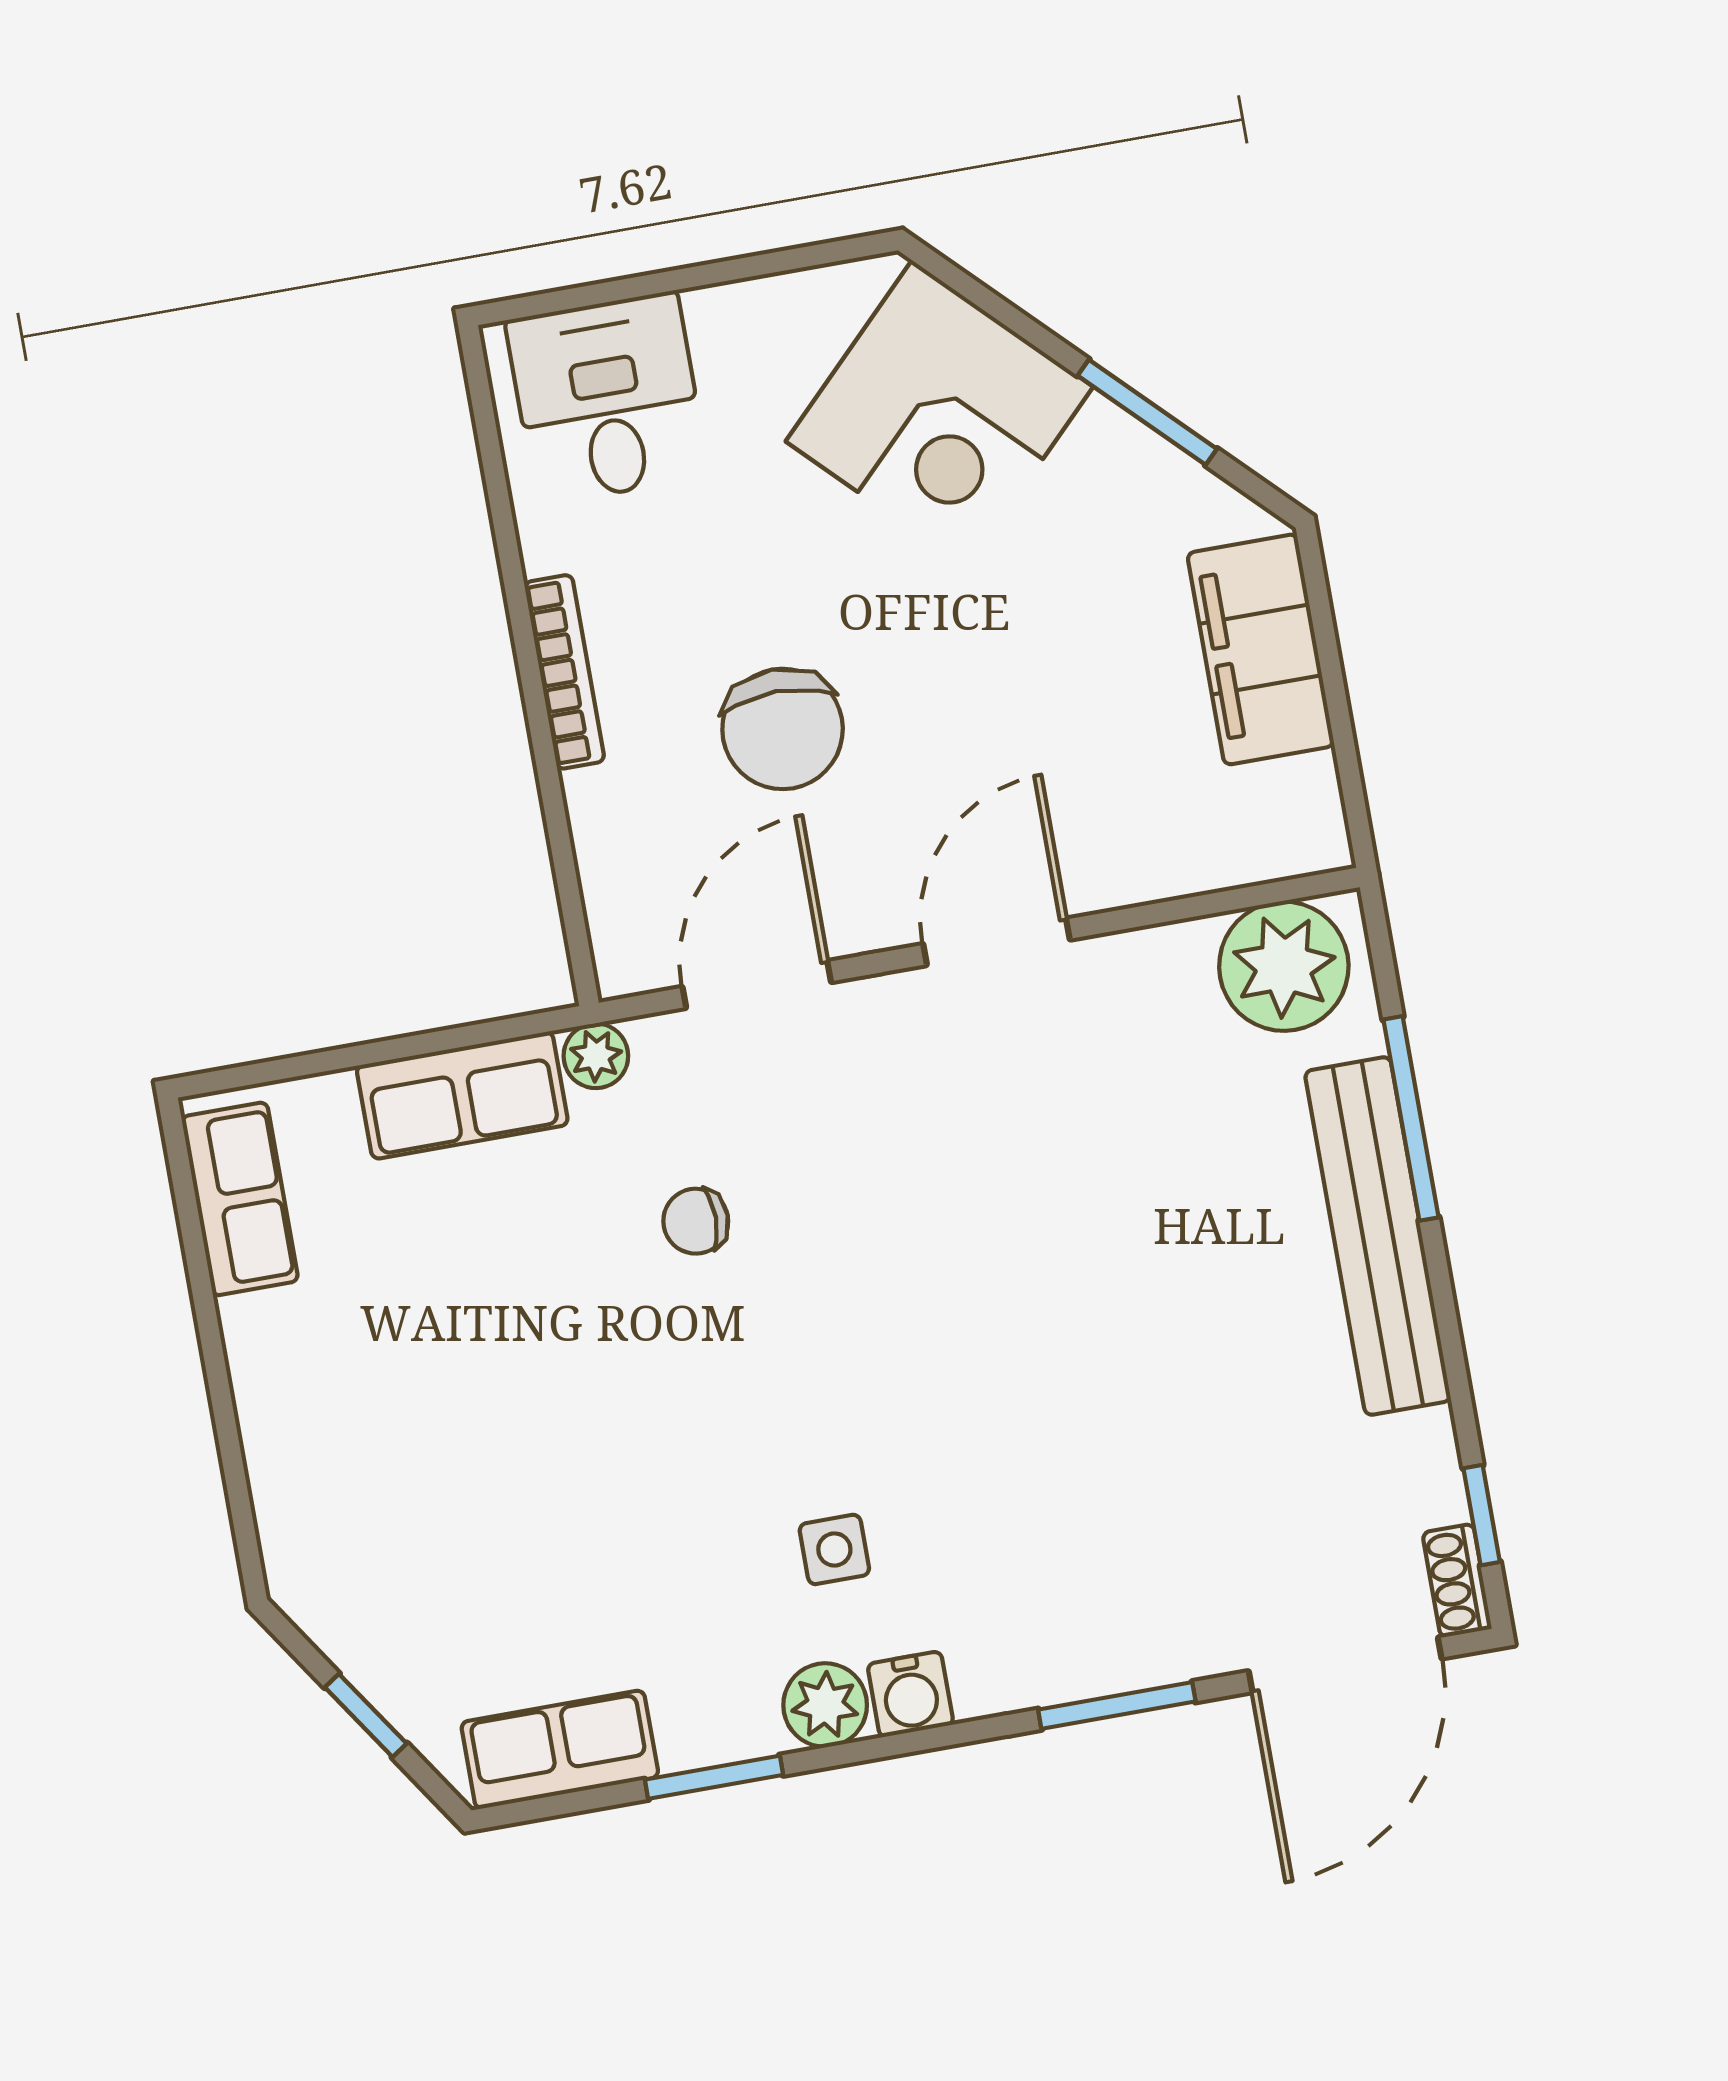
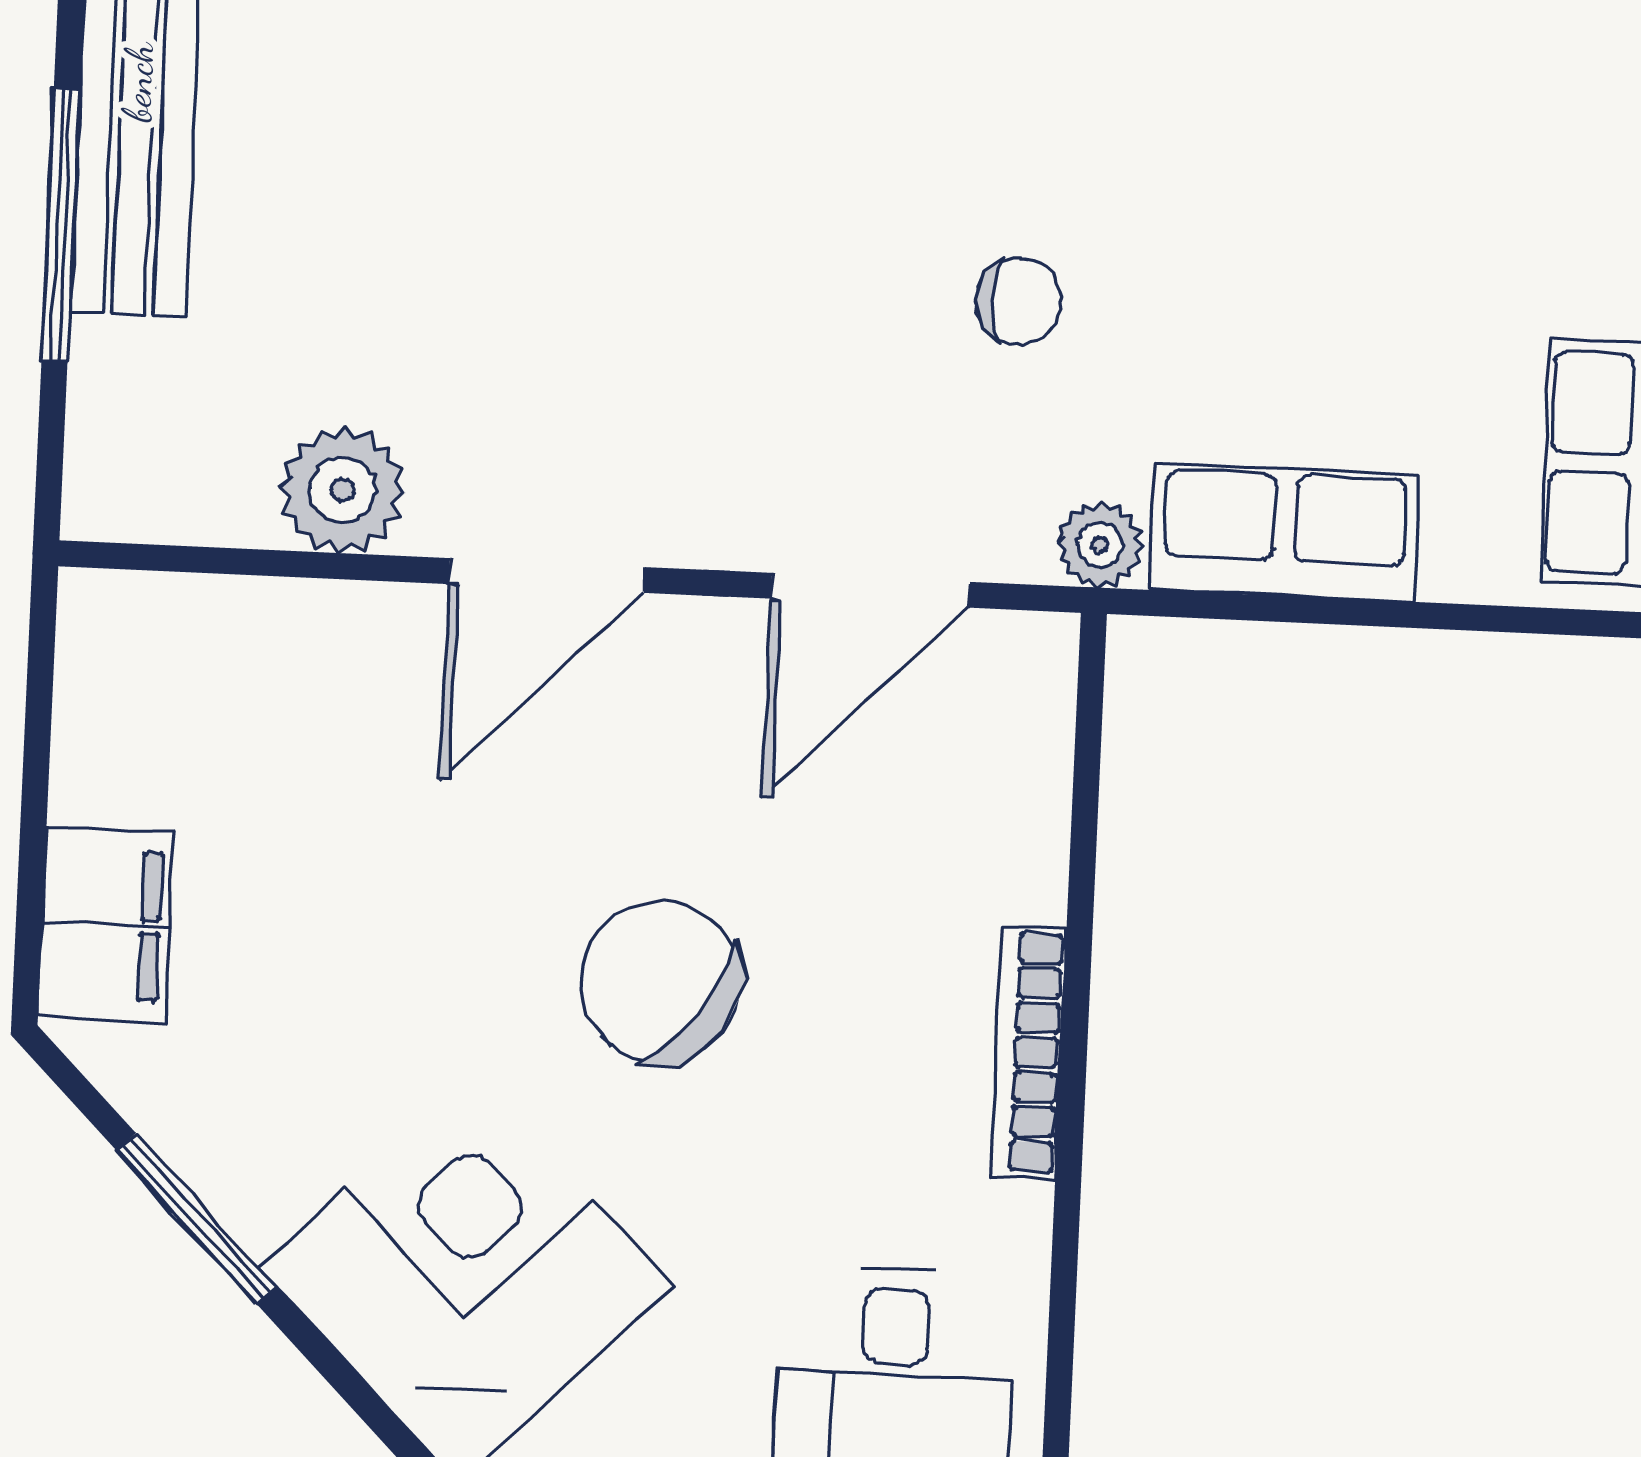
filing cabinet: (1261, 649) -> (106, 925), width x0.67, depth x0.86
chair: (783, 729) -> (660, 981), moved, turned -54
plant: (1284, 966) -> (342, 490), moved, width x0.73, depth x0.73

